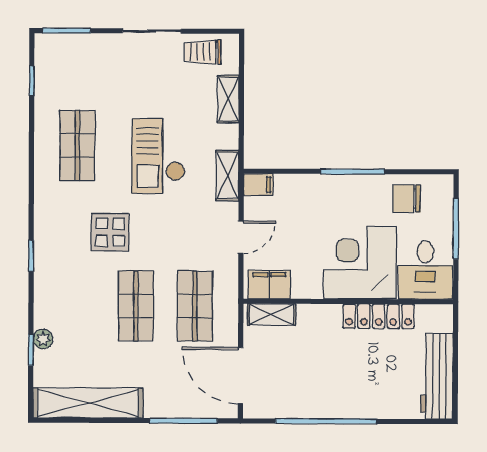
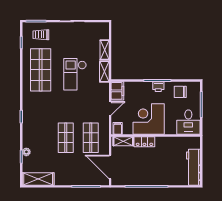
trolley: (203, 52) -> (41, 35), moved
shop shelf: (77, 145) -> (41, 70), width x1.43, depth x1.36
shelving: (227, 176) -> (104, 71), moved
filing cabinet: (258, 185) -> (117, 91), width x2.00
printer: (355, 186) -> (158, 87), added
display table: (110, 232) -> (55, 107), removed
corner desk: (360, 263) -> (149, 119), moved
filing cabinet: (269, 285) -> (118, 128), width x0.50
locker: (379, 316) -> (144, 142), moved, width x0.66
shelving: (88, 403) -> (38, 179), width x0.68

